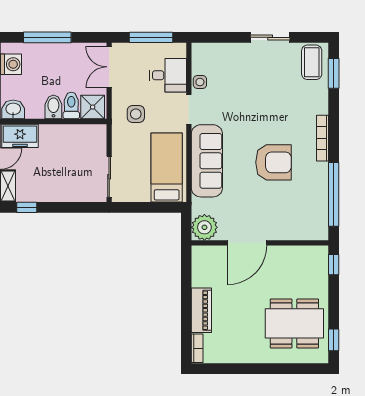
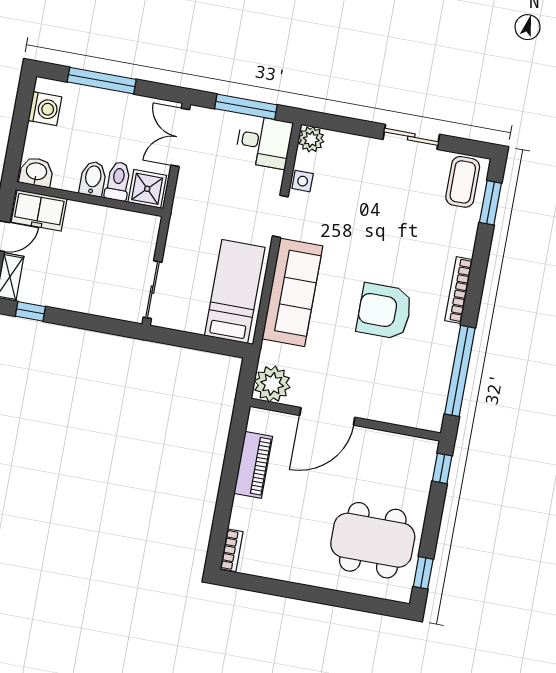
plant: (201, 52) -> (311, 139), added
desk: (168, 75) -> (264, 142), moved
side table: (136, 114) -> (205, 209), removed
armchair: (273, 162) -> (384, 311), turned 180
piano: (201, 310) -> (253, 465), moved

